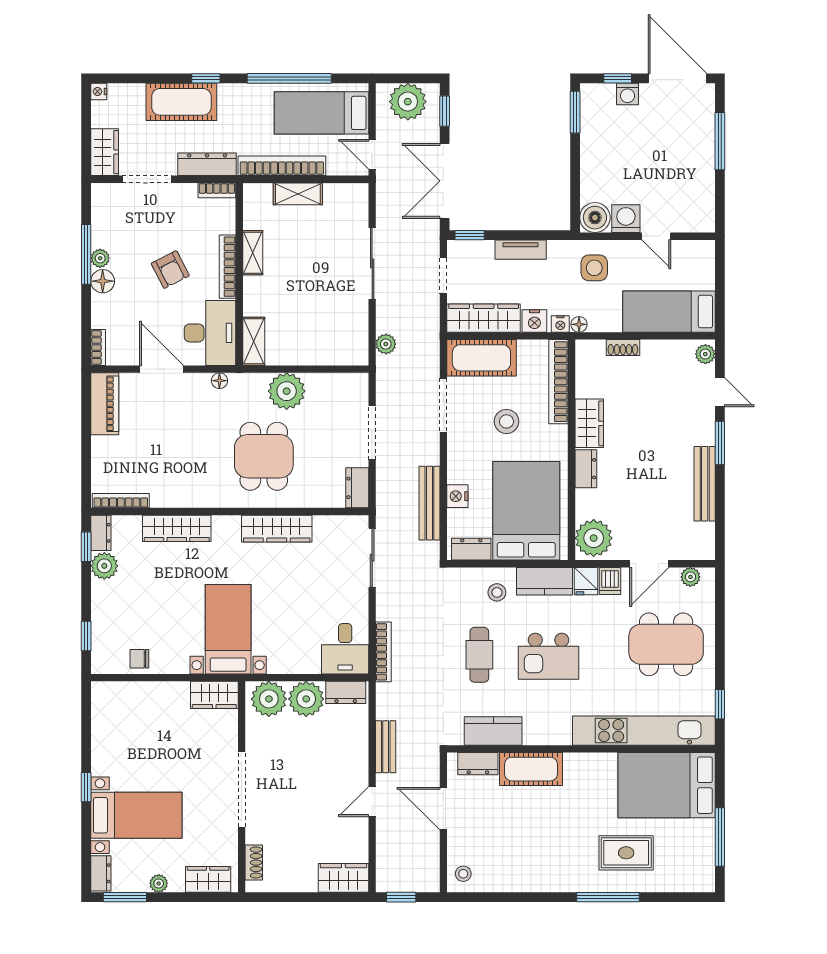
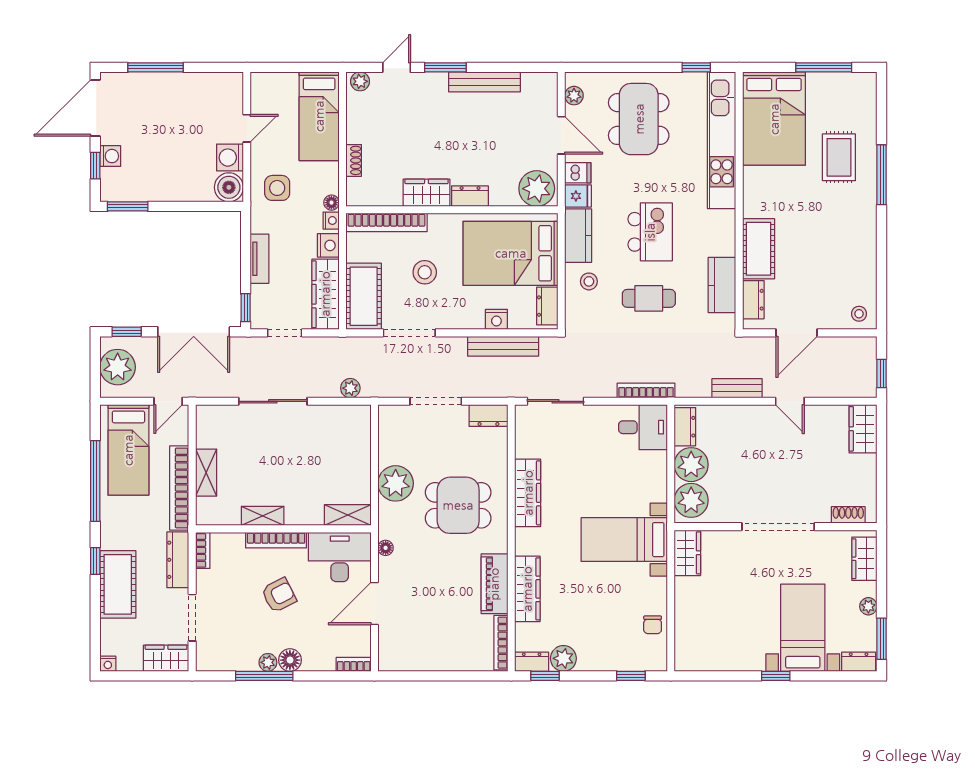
piano: (105, 404) -> (494, 584), moved, turned -90

